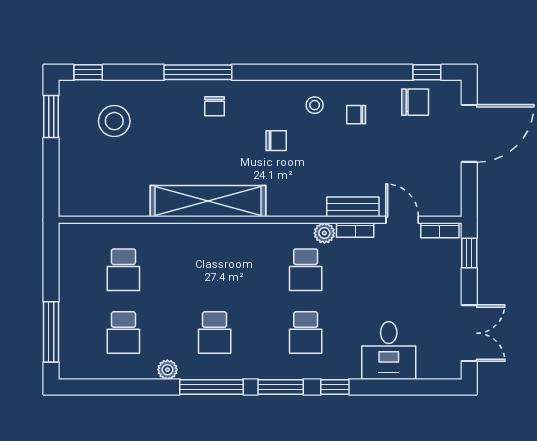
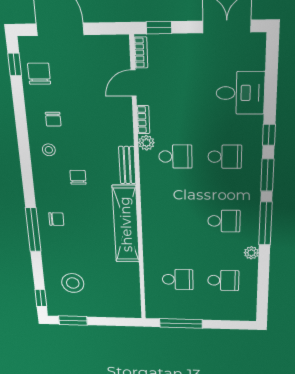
bench: (353, 207) -> (127, 165), moved
window: (51, 332) -> (181, 323), moved

